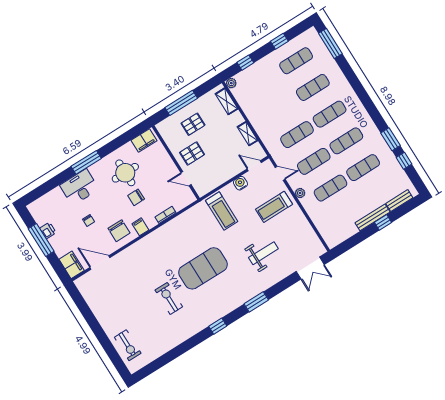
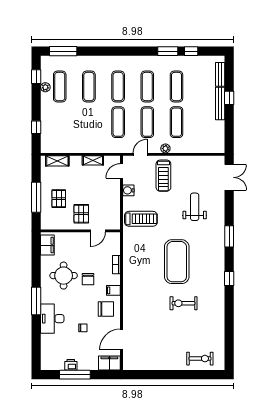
window: (279, 41) -> (36, 77), moved
plant: (231, 83) -> (45, 87), moved

